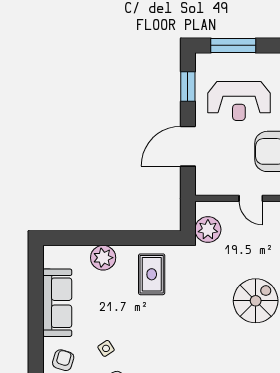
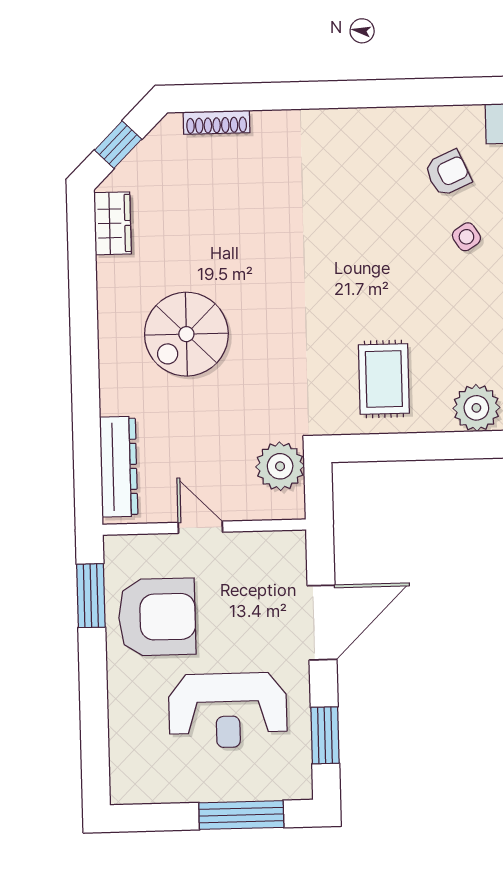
reception desk: (239, 101) -> (228, 710), turned 180

